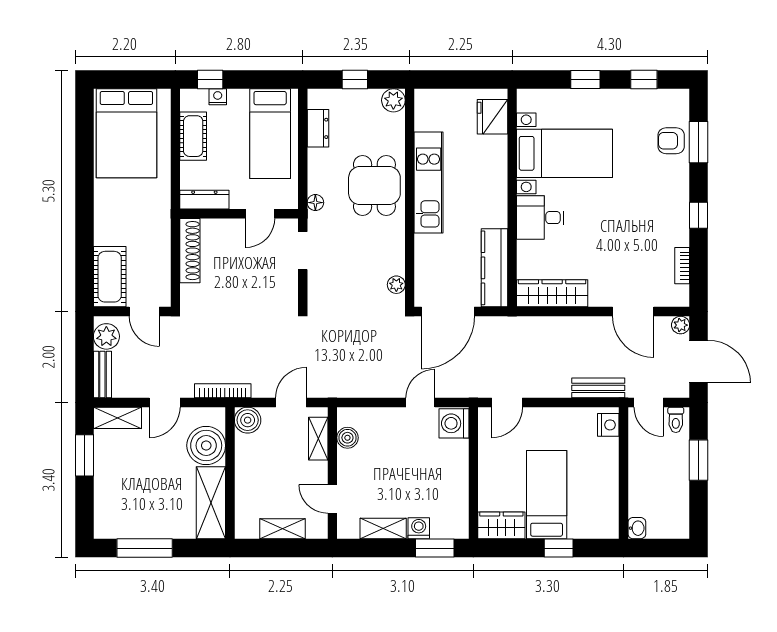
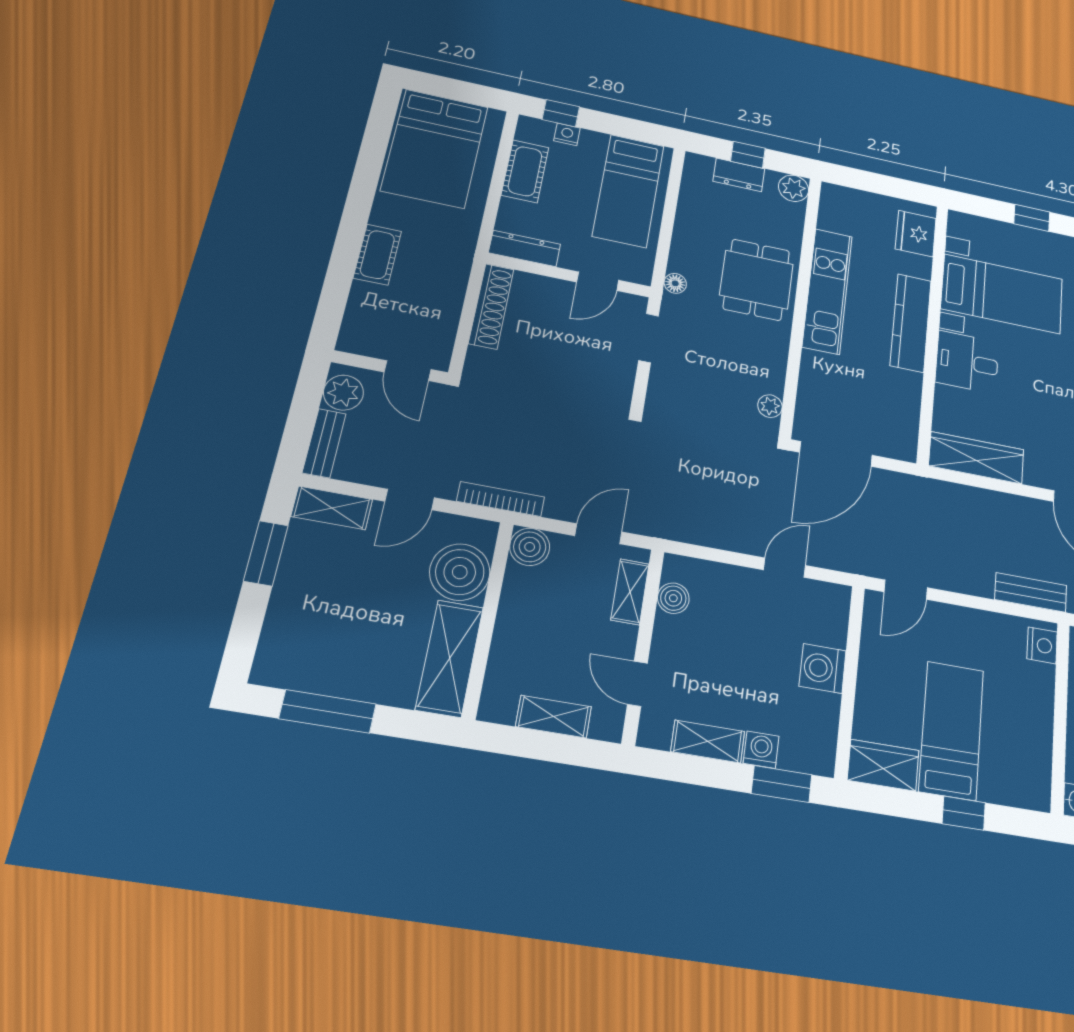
dresser: (318, 128) -> (739, 175), moved, turned 90
kitchen counter: (494, 268) -> (911, 323), moved
cot: (110, 277) -> (377, 255), moved, width x0.73, depth x0.75
washing machine: (454, 423) -> (823, 668), moved

